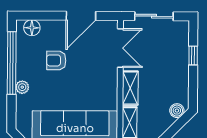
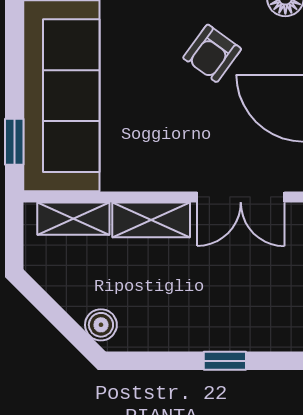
armchair: (56, 60) -> (212, 53), turned -144

